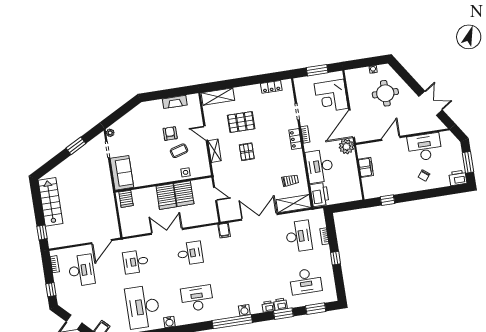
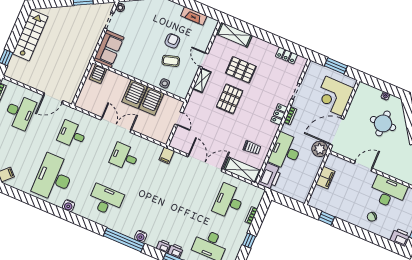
pallet: (247, 152) -> (230, 99), width x1.50, depth x1.42
desk: (299, 236) -> (229, 201), turned 180
desk: (190, 253) -> (124, 157), turned 180

